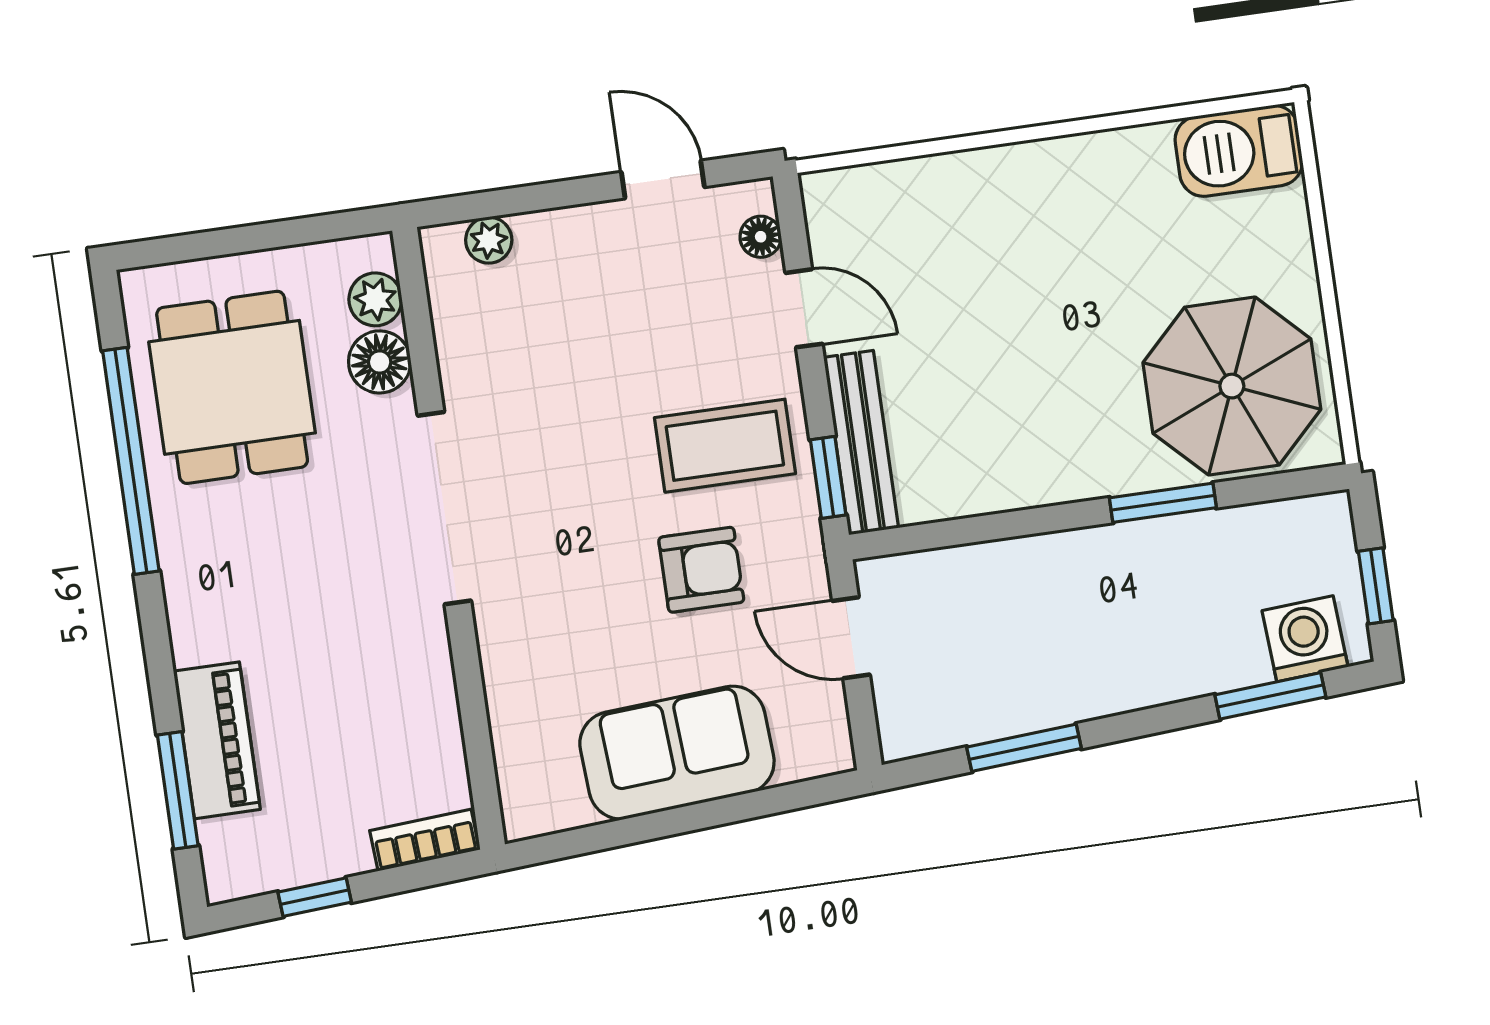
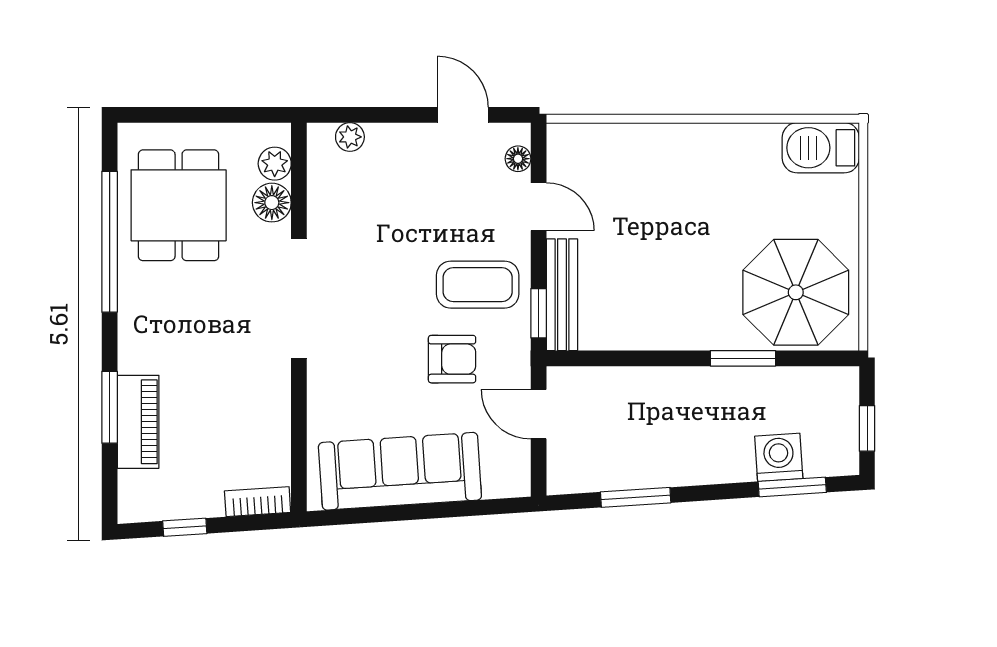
washing machine: (1305, 639) -> (779, 457), moved
sofa: (677, 753) -> (400, 471), width x1.36
window: (178, 790) -> (110, 407), moved

